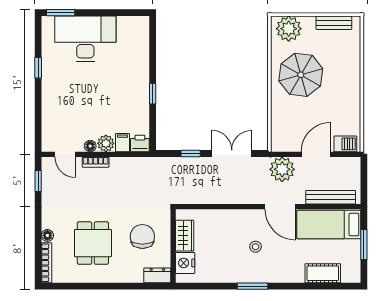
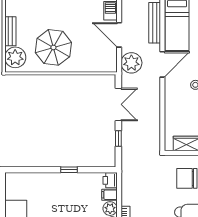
bench: (334, 23) -> (10, 31), moved
double door: (232, 153) -> (118, 104), swing flipped

